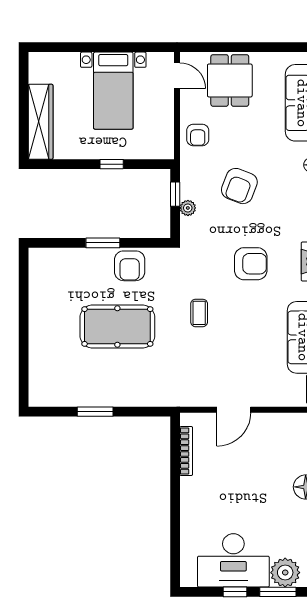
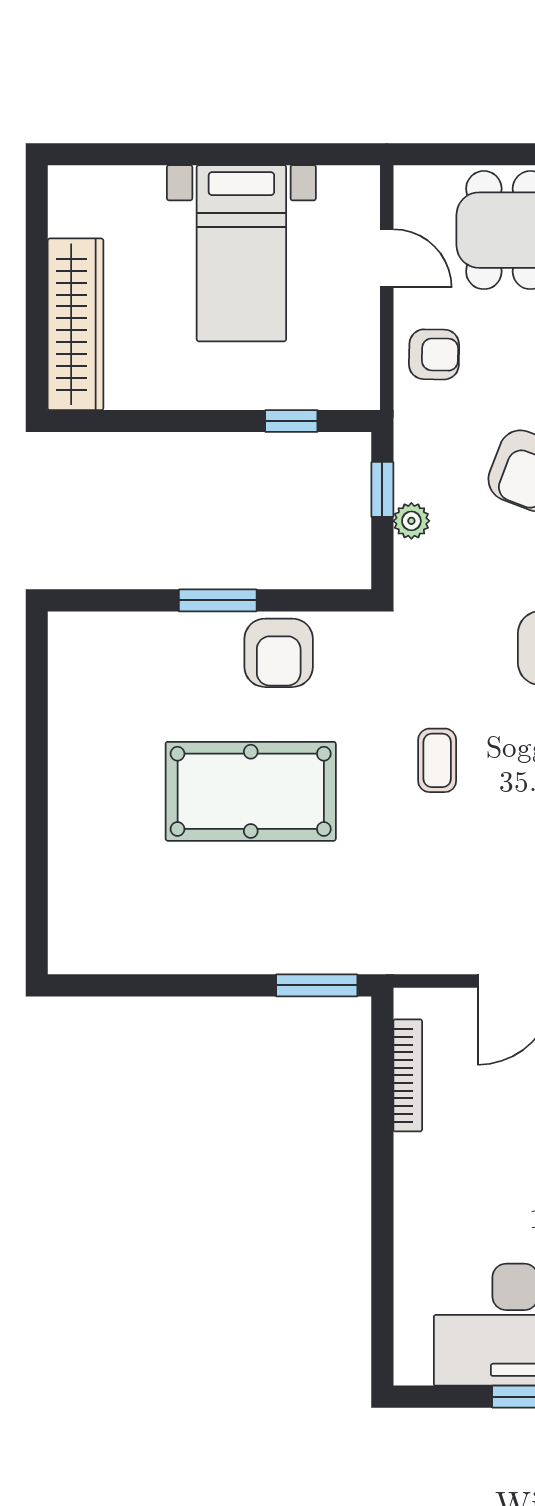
door: (177, 76) -> (387, 258), moved
armchair: (198, 135) -> (434, 354), turned -89
window: (112, 164) -> (291, 421), moved
window: (95, 412) -> (317, 985), moved

